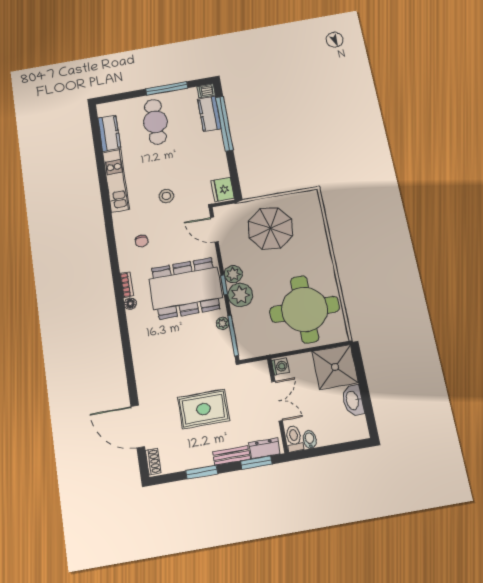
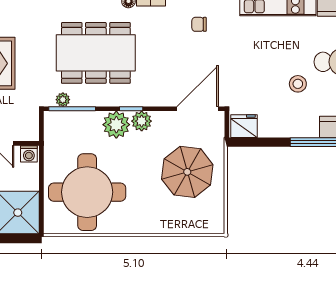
stool: (166, 196) -> (298, 84), moved
door: (214, 230) -> (198, 109), width x1.36
dining table: (186, 288) -> (96, 53), moved, turned 90
plant: (223, 323) -> (63, 100), moved

